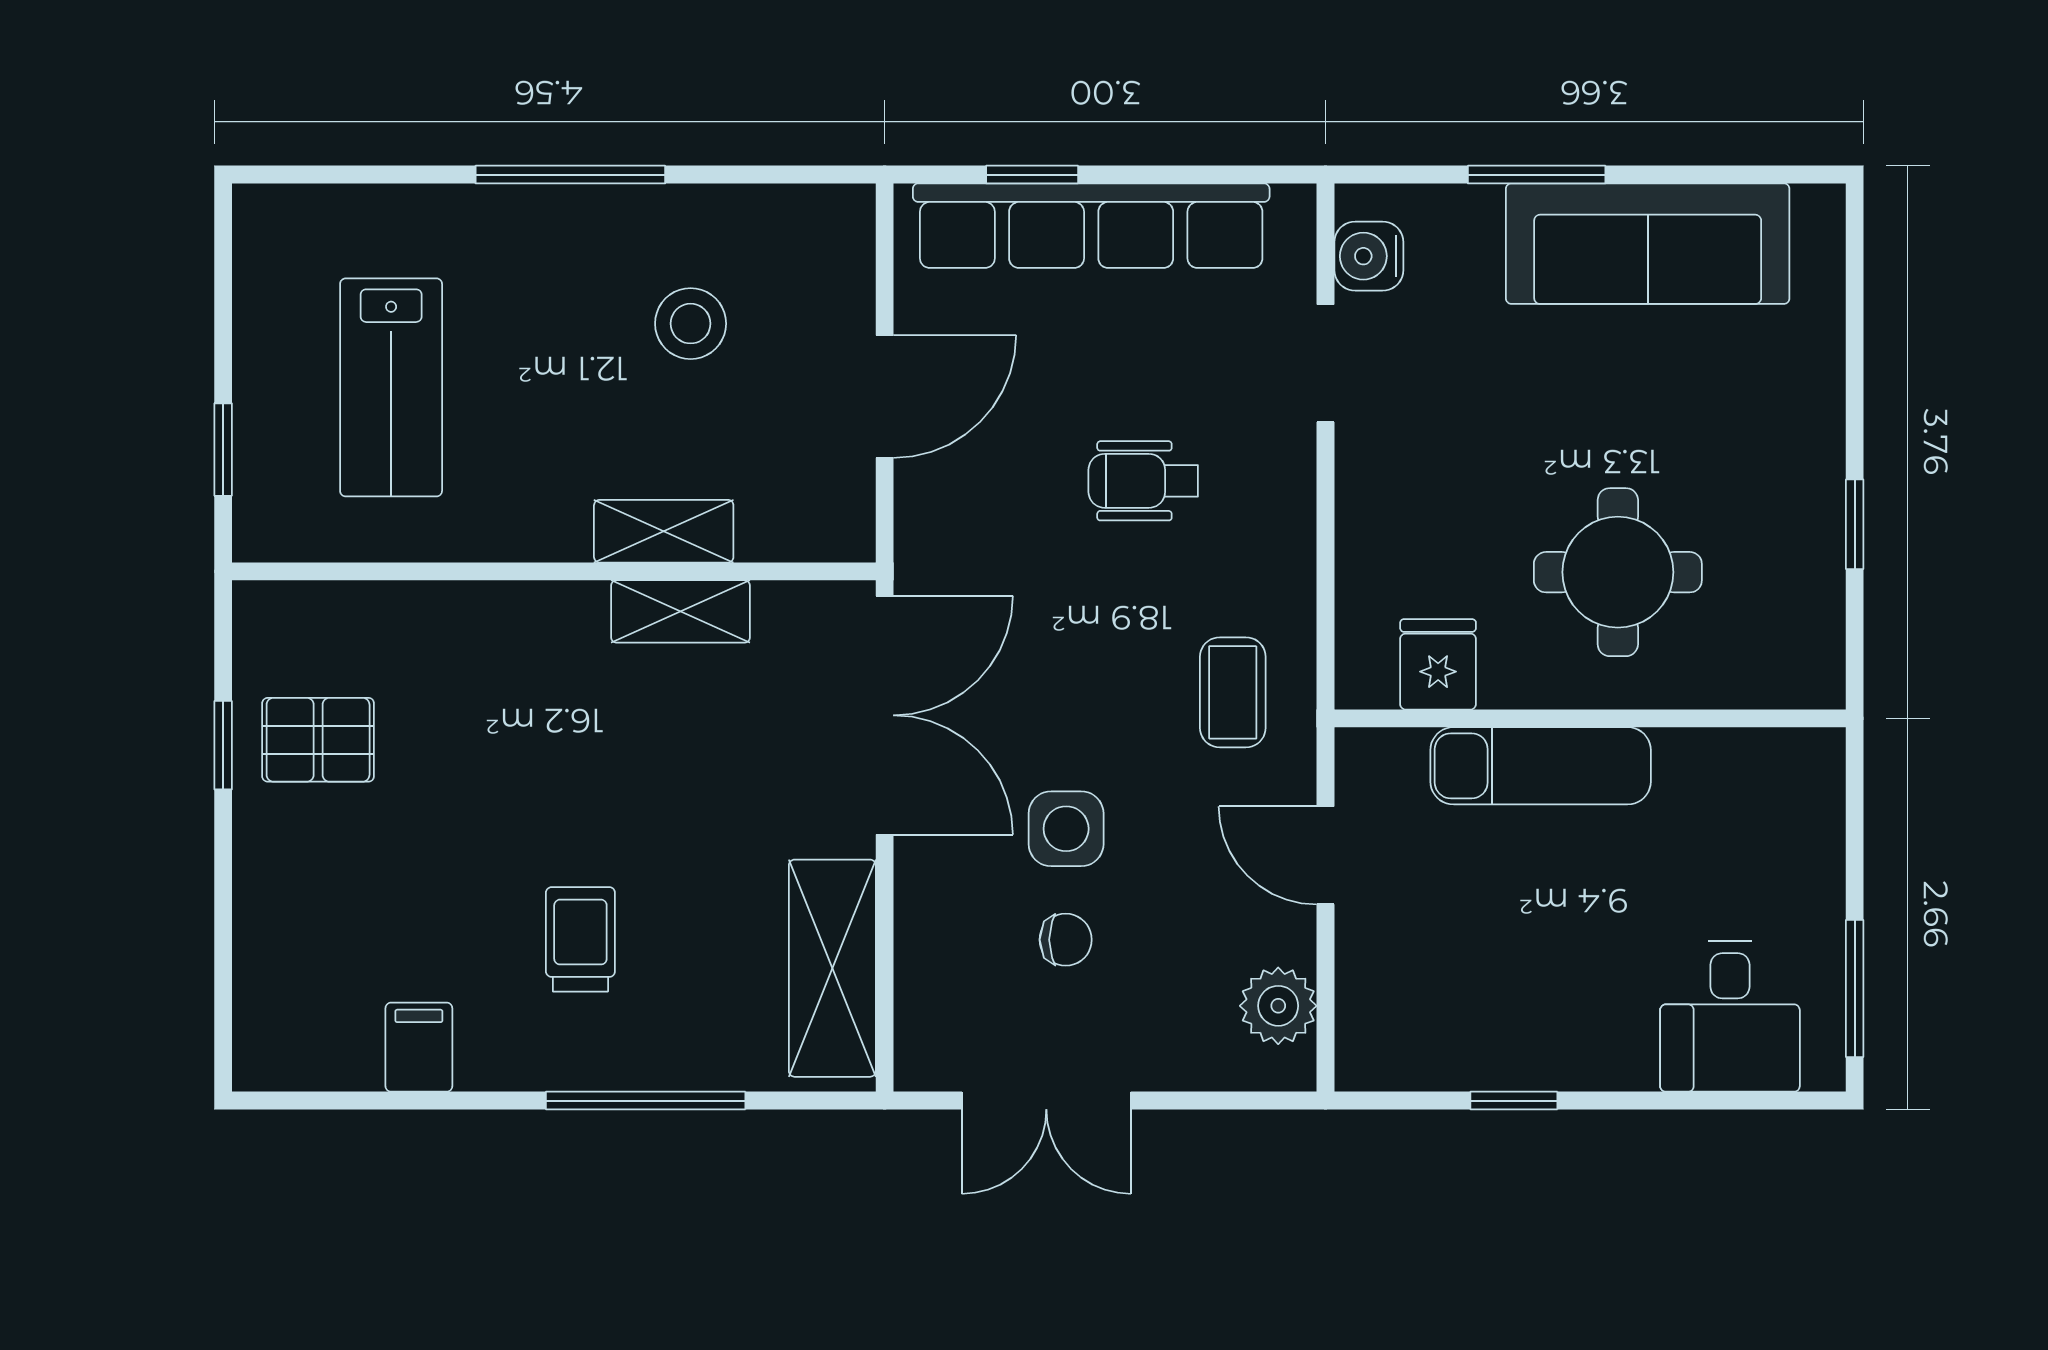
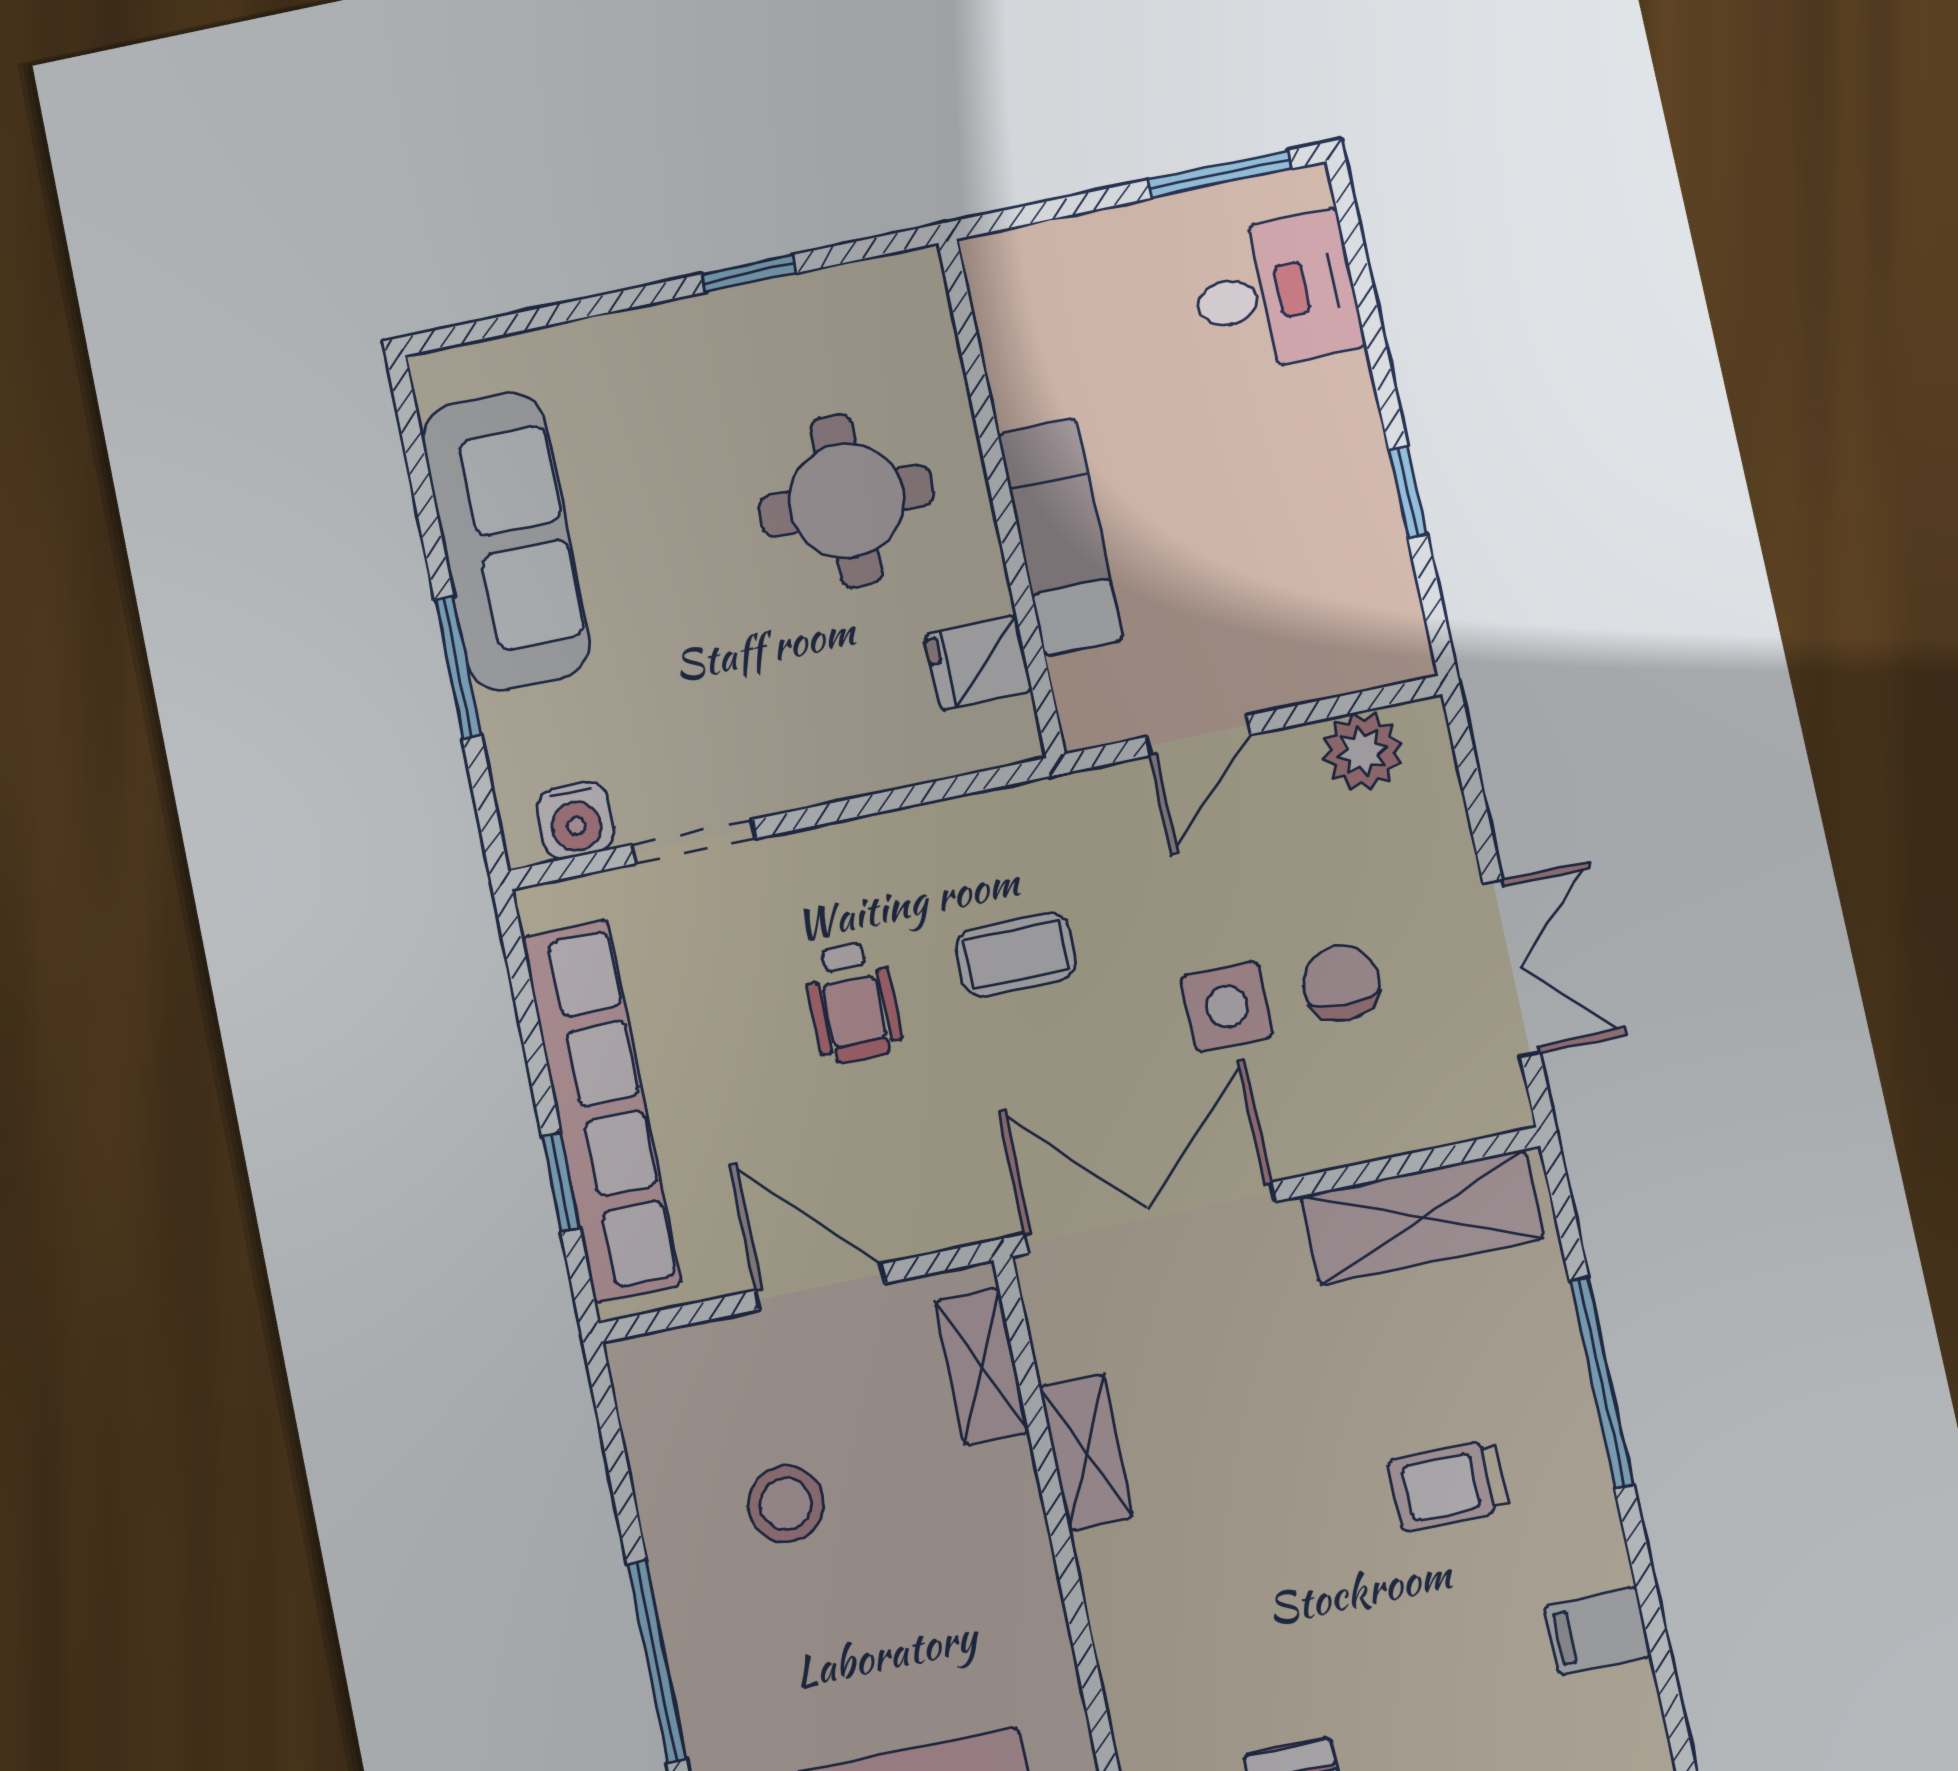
shelving: (664, 531) -> (982, 1367), moved
coffee table: (1233, 692) -> (1016, 955), moved
chair: (1066, 940) -> (1341, 983), width x1.37, depth x1.37

